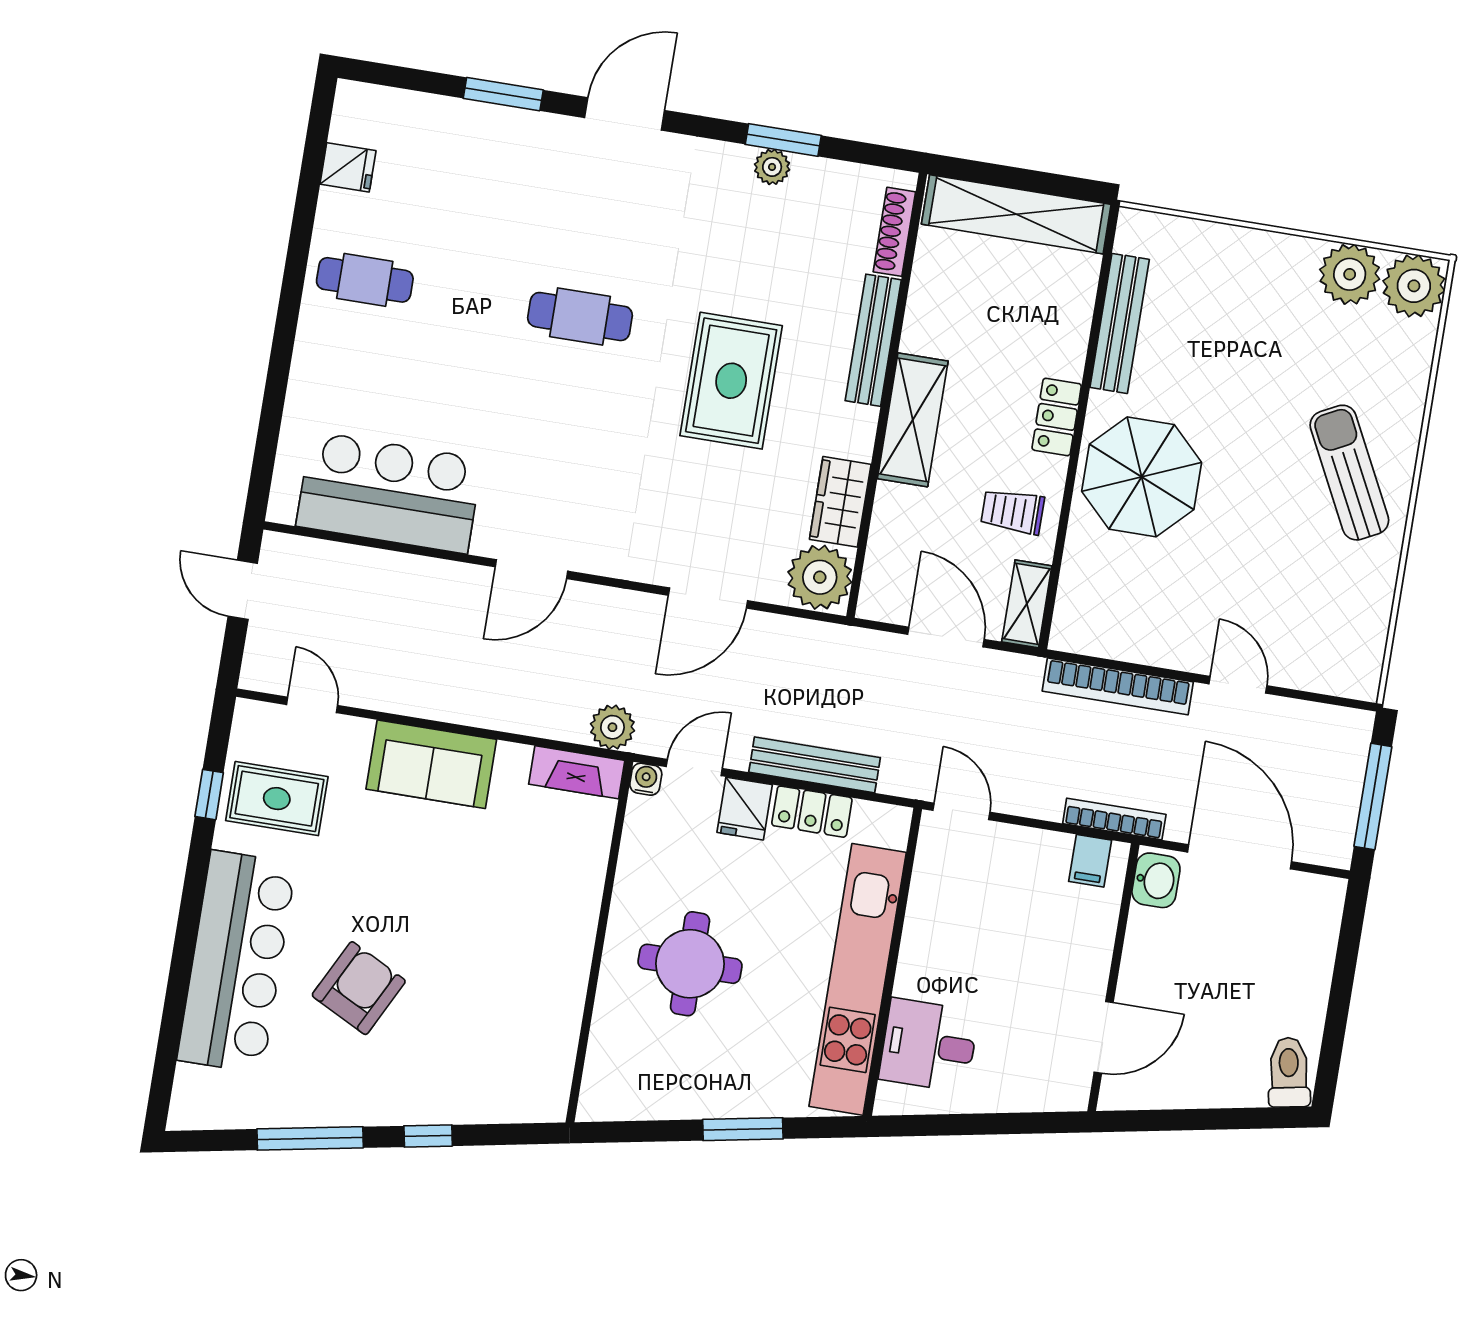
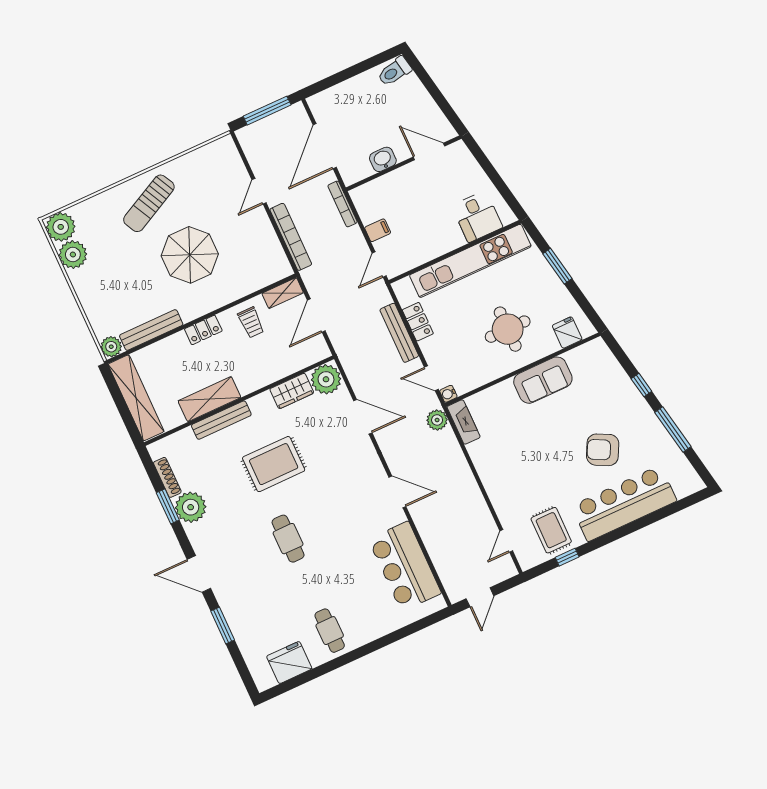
fridge: (348, 167) -> (289, 663), width x1.88, depth x1.34
plant: (772, 167) -> (191, 507), width x1.88, depth x1.88
plant: (1138, 231) -> (111, 347), added
shoe rack: (894, 232) -> (167, 477), moved, turned -90
shelving: (913, 420) -> (209, 399), moved
parasol: (1142, 477) -> (190, 255), moved
sofa: (431, 764) -> (543, 380), moved, turned 90
fridge: (745, 809) -> (567, 333), moved, turned -90
filing cabinet: (1090, 861) -> (378, 230), moved
washbasin: (1156, 880) -> (383, 159), moved

